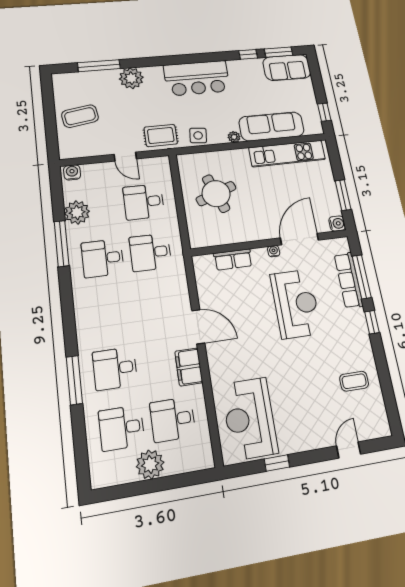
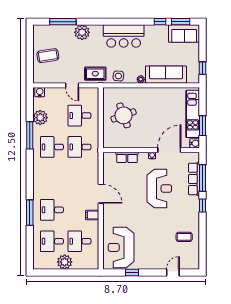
kitchen unit: (287, 154) -> (193, 114), moved, turned 90
filing cabinet: (189, 367) -> (92, 215), width x0.50

